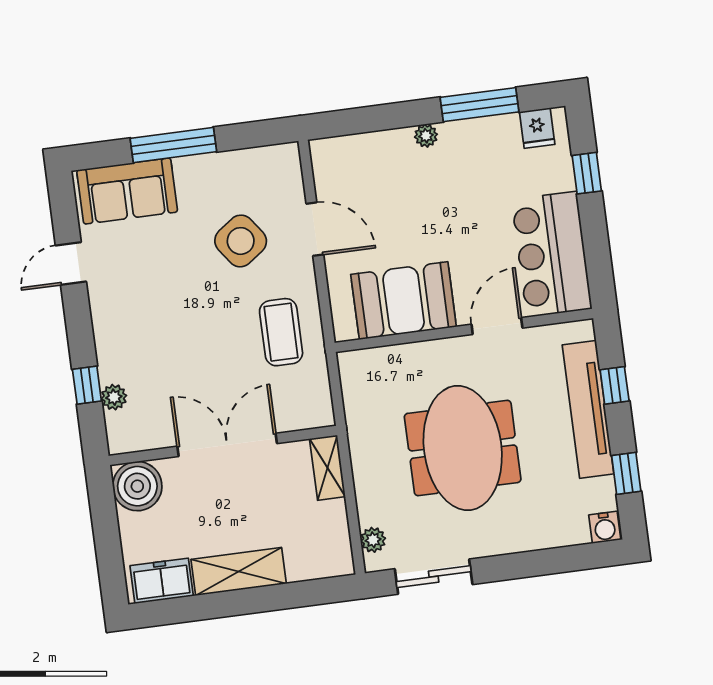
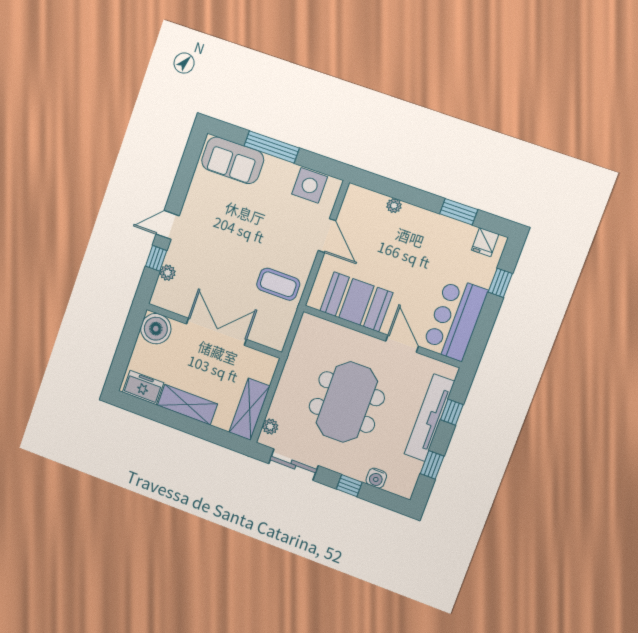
window: (480, 105) -> (459, 212), width x0.69
plant: (426, 136) -> (394, 206), moved
side table: (241, 241) -> (310, 185), moved, turned 36
door: (71, 263) -> (168, 225), moved
door: (497, 326) -> (402, 344), hinge flipped
coffee table: (281, 332) -> (278, 284), turned 90
shelving: (327, 468) -> (250, 409), moved, width x1.50, depth x1.33
water cooler: (605, 527) -> (376, 478), moved
window: (527, 564) -> (349, 486), added

